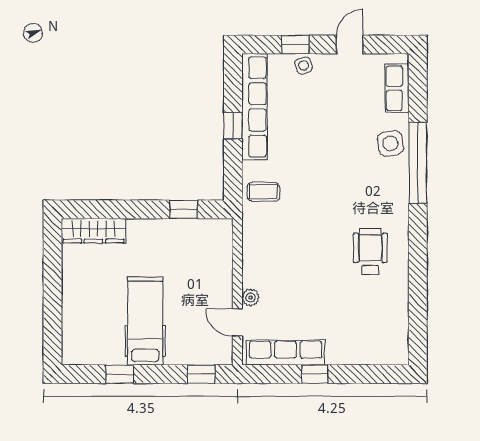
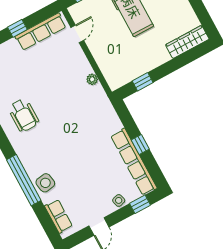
window: (295, 45) -> (140, 204), moved
coffee table: (263, 192) -> (103, 116), removed
plant: (251, 298) -> (92, 79), moved
door: (237, 323) -> (77, 34), hinge flipped

